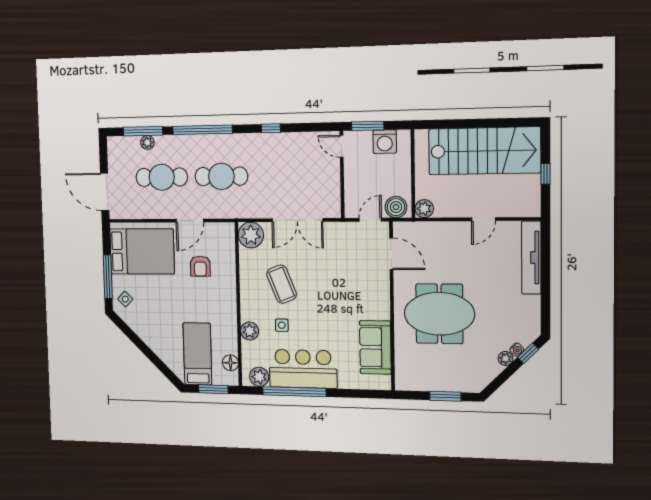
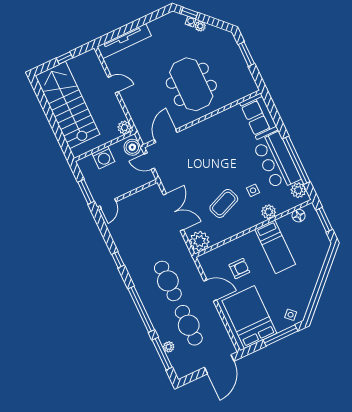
washing machine: (385, 142) -> (103, 157), moved, turned 90
sofa: (375, 347) -> (259, 116), moved, turned 90
bed: (197, 354) -> (275, 247), moved, turned -90

